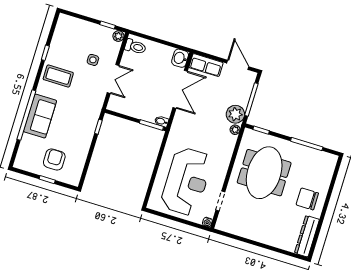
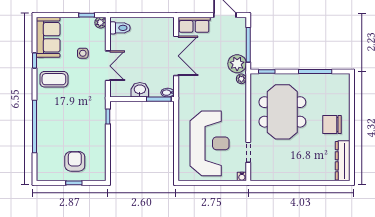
washbasin: (180, 58) -> (140, 90), moved, turned 90
sofa: (40, 116) -> (48, 37), moved

